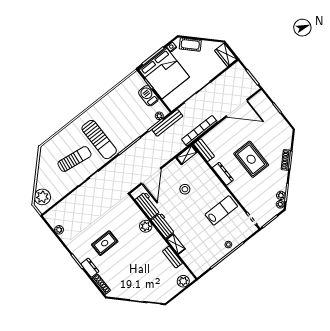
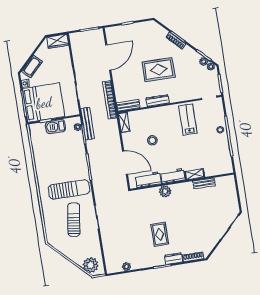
plant: (183, 281) -> (230, 186), removed

